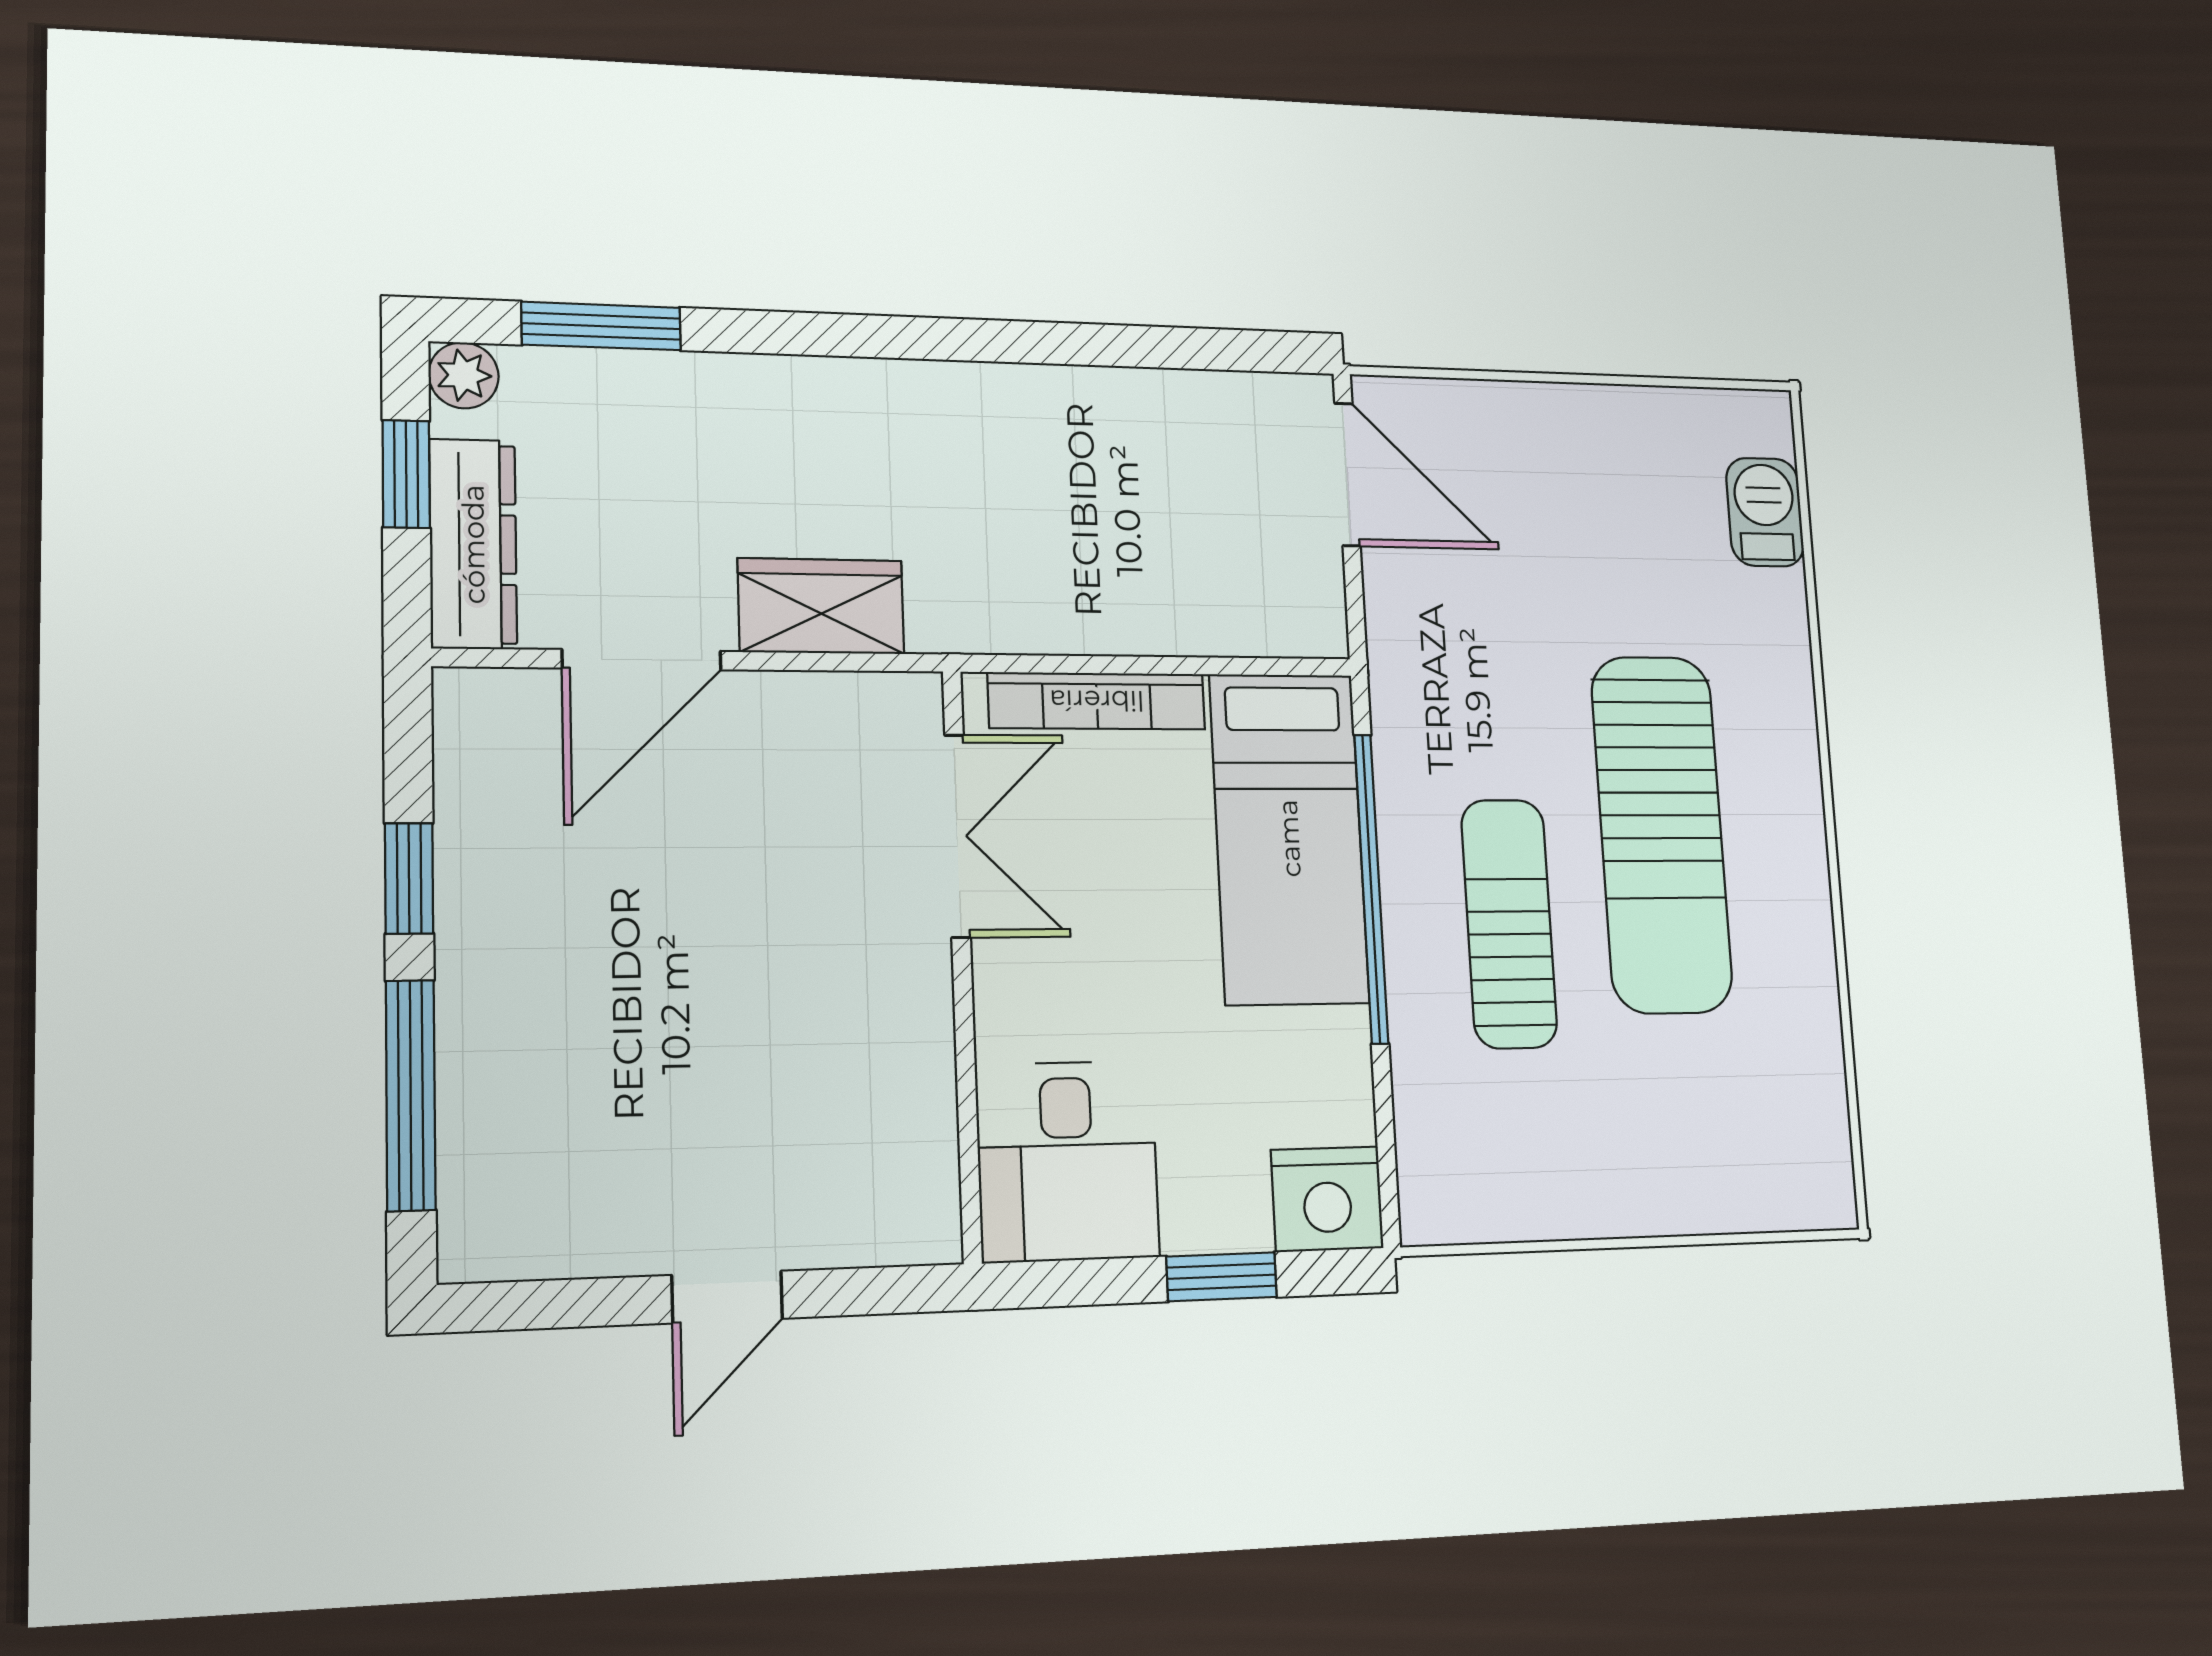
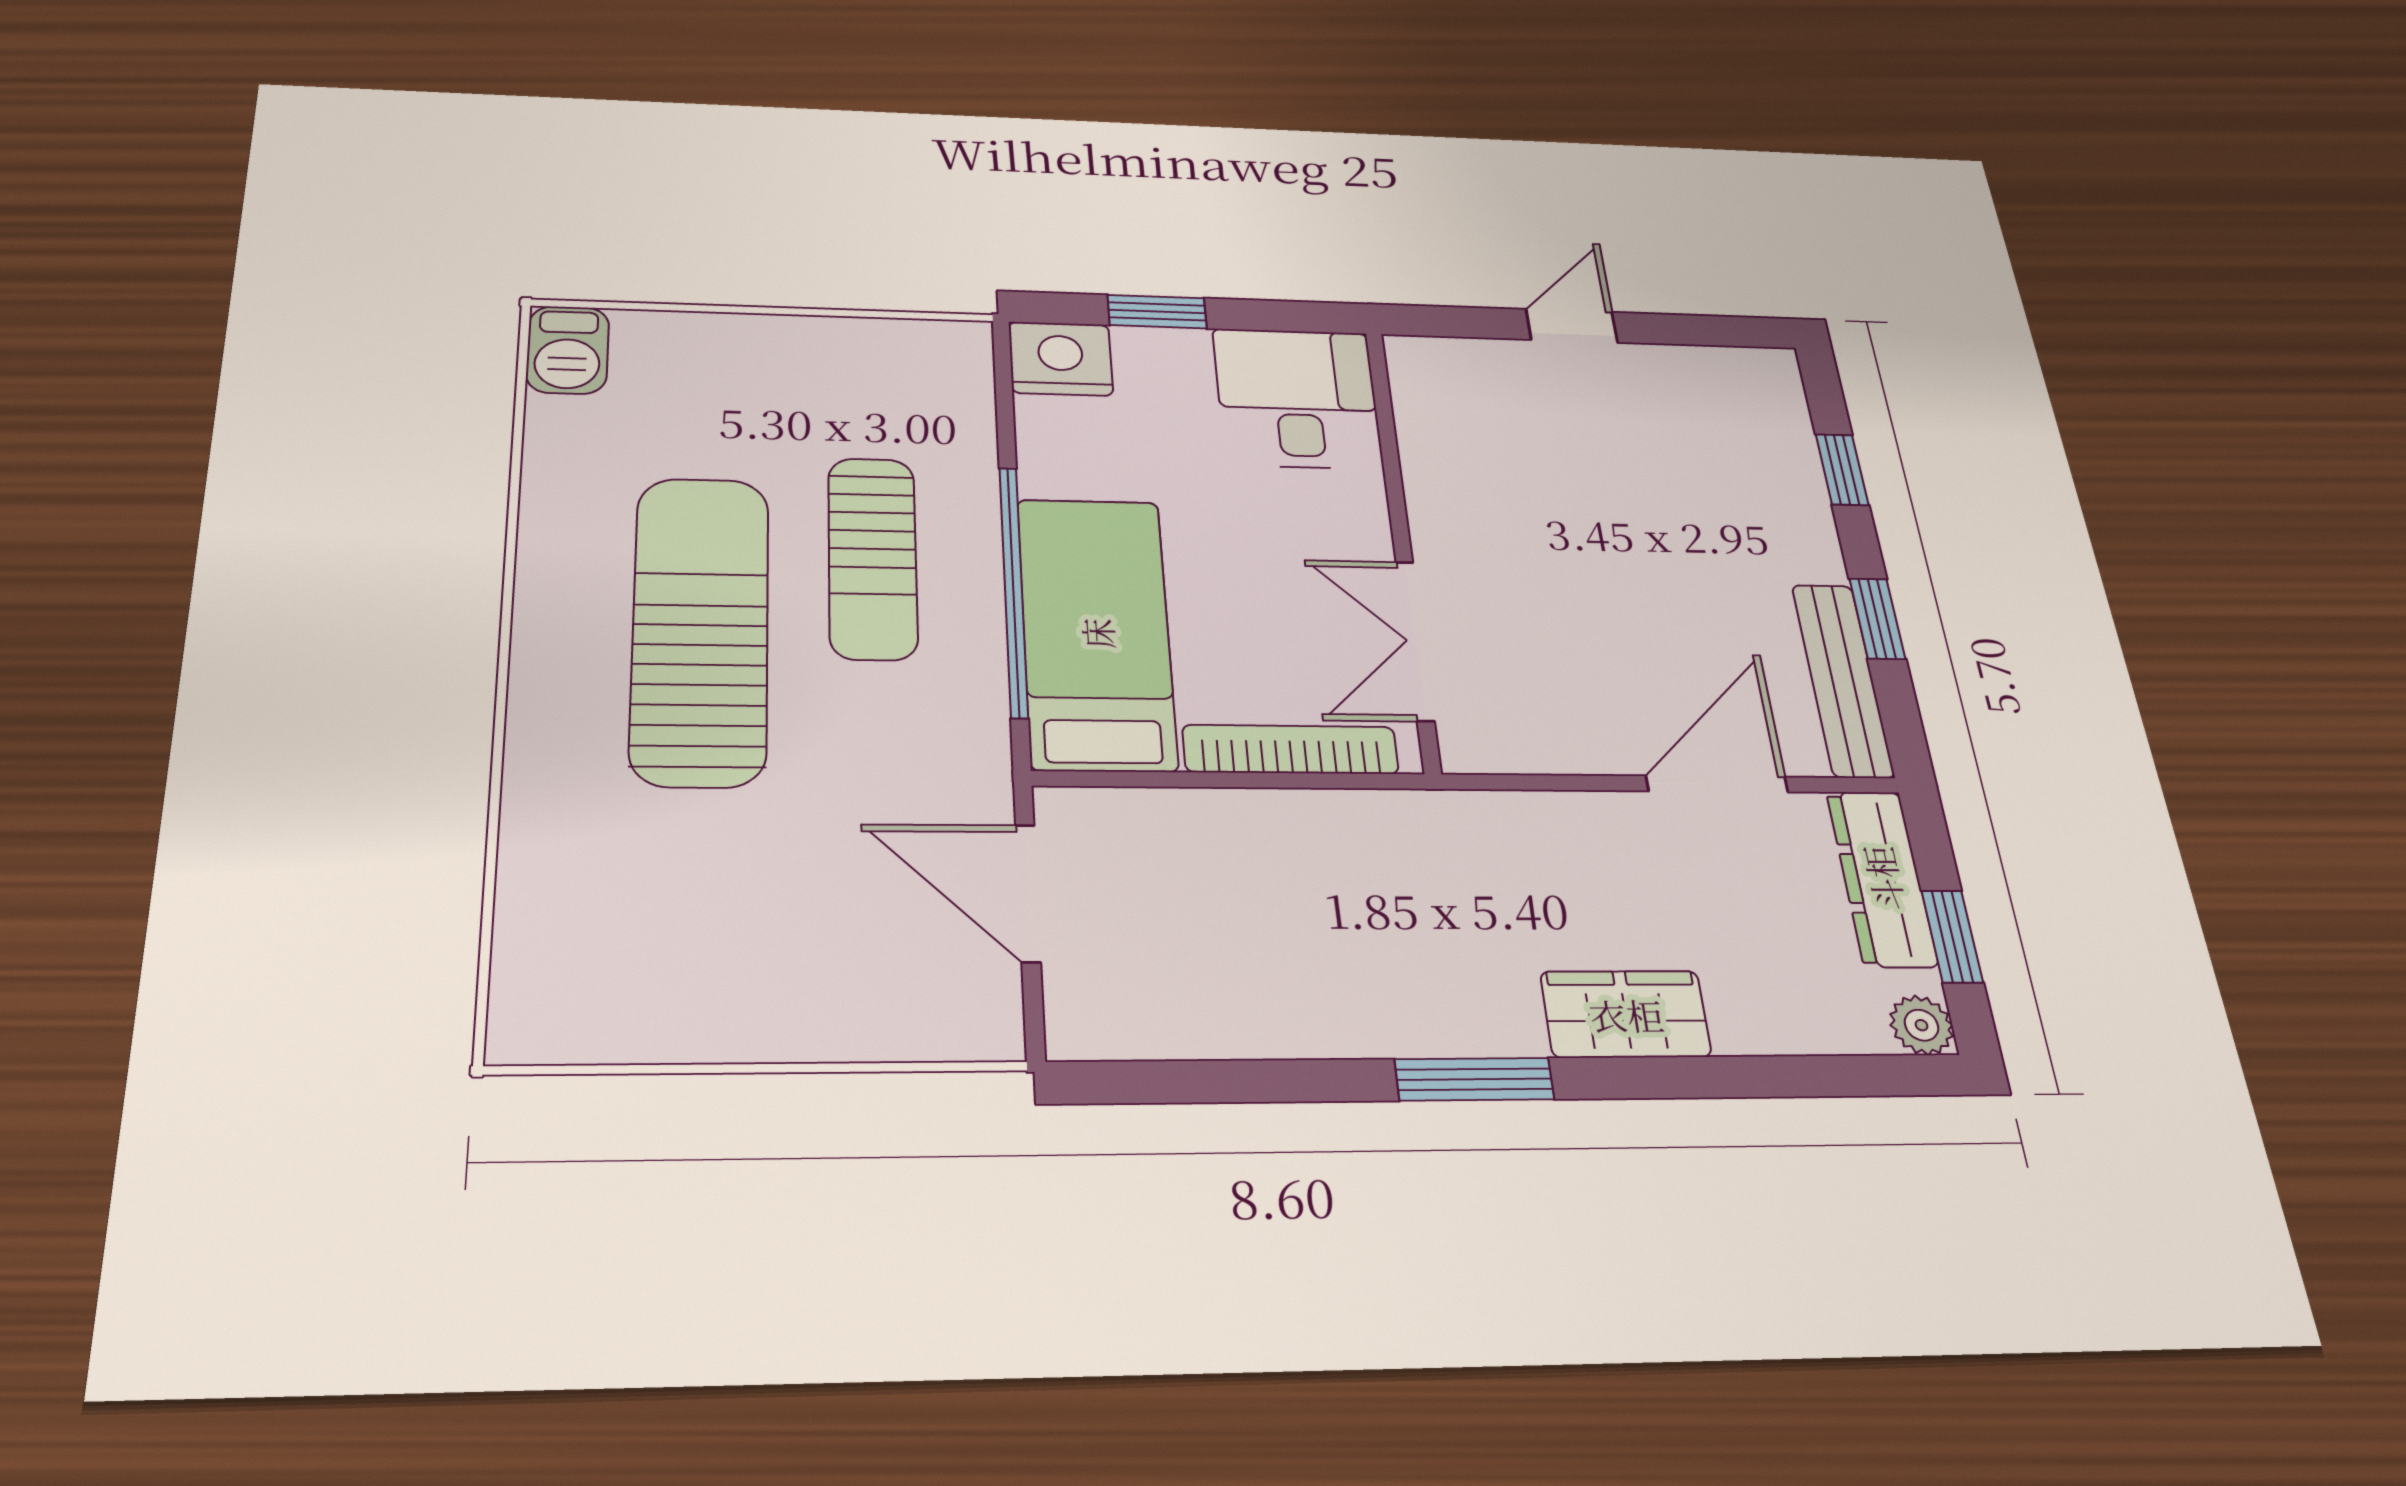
window: (601, 326) -> (1474, 1079), moved
door: (1347, 474) -> (1028, 893), moved
barbecue: (1765, 512) -> (568, 350), moved
wardrobe: (821, 606) -> (1626, 1014), moved, turned 180
bench: (469, 794) -> (1843, 680), added
window: (411, 1095) -> (1842, 470), width x0.46

